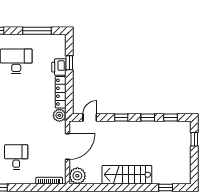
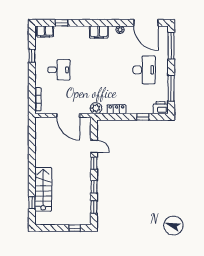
printer: (59, 67) -> (161, 108), moved
locker: (61, 92) -> (117, 109), width x0.66
door: (90, 118) -> (94, 146), moved
stairs: (127, 175) -> (43, 189), moved
plant: (77, 176) -> (42, 124), removed

